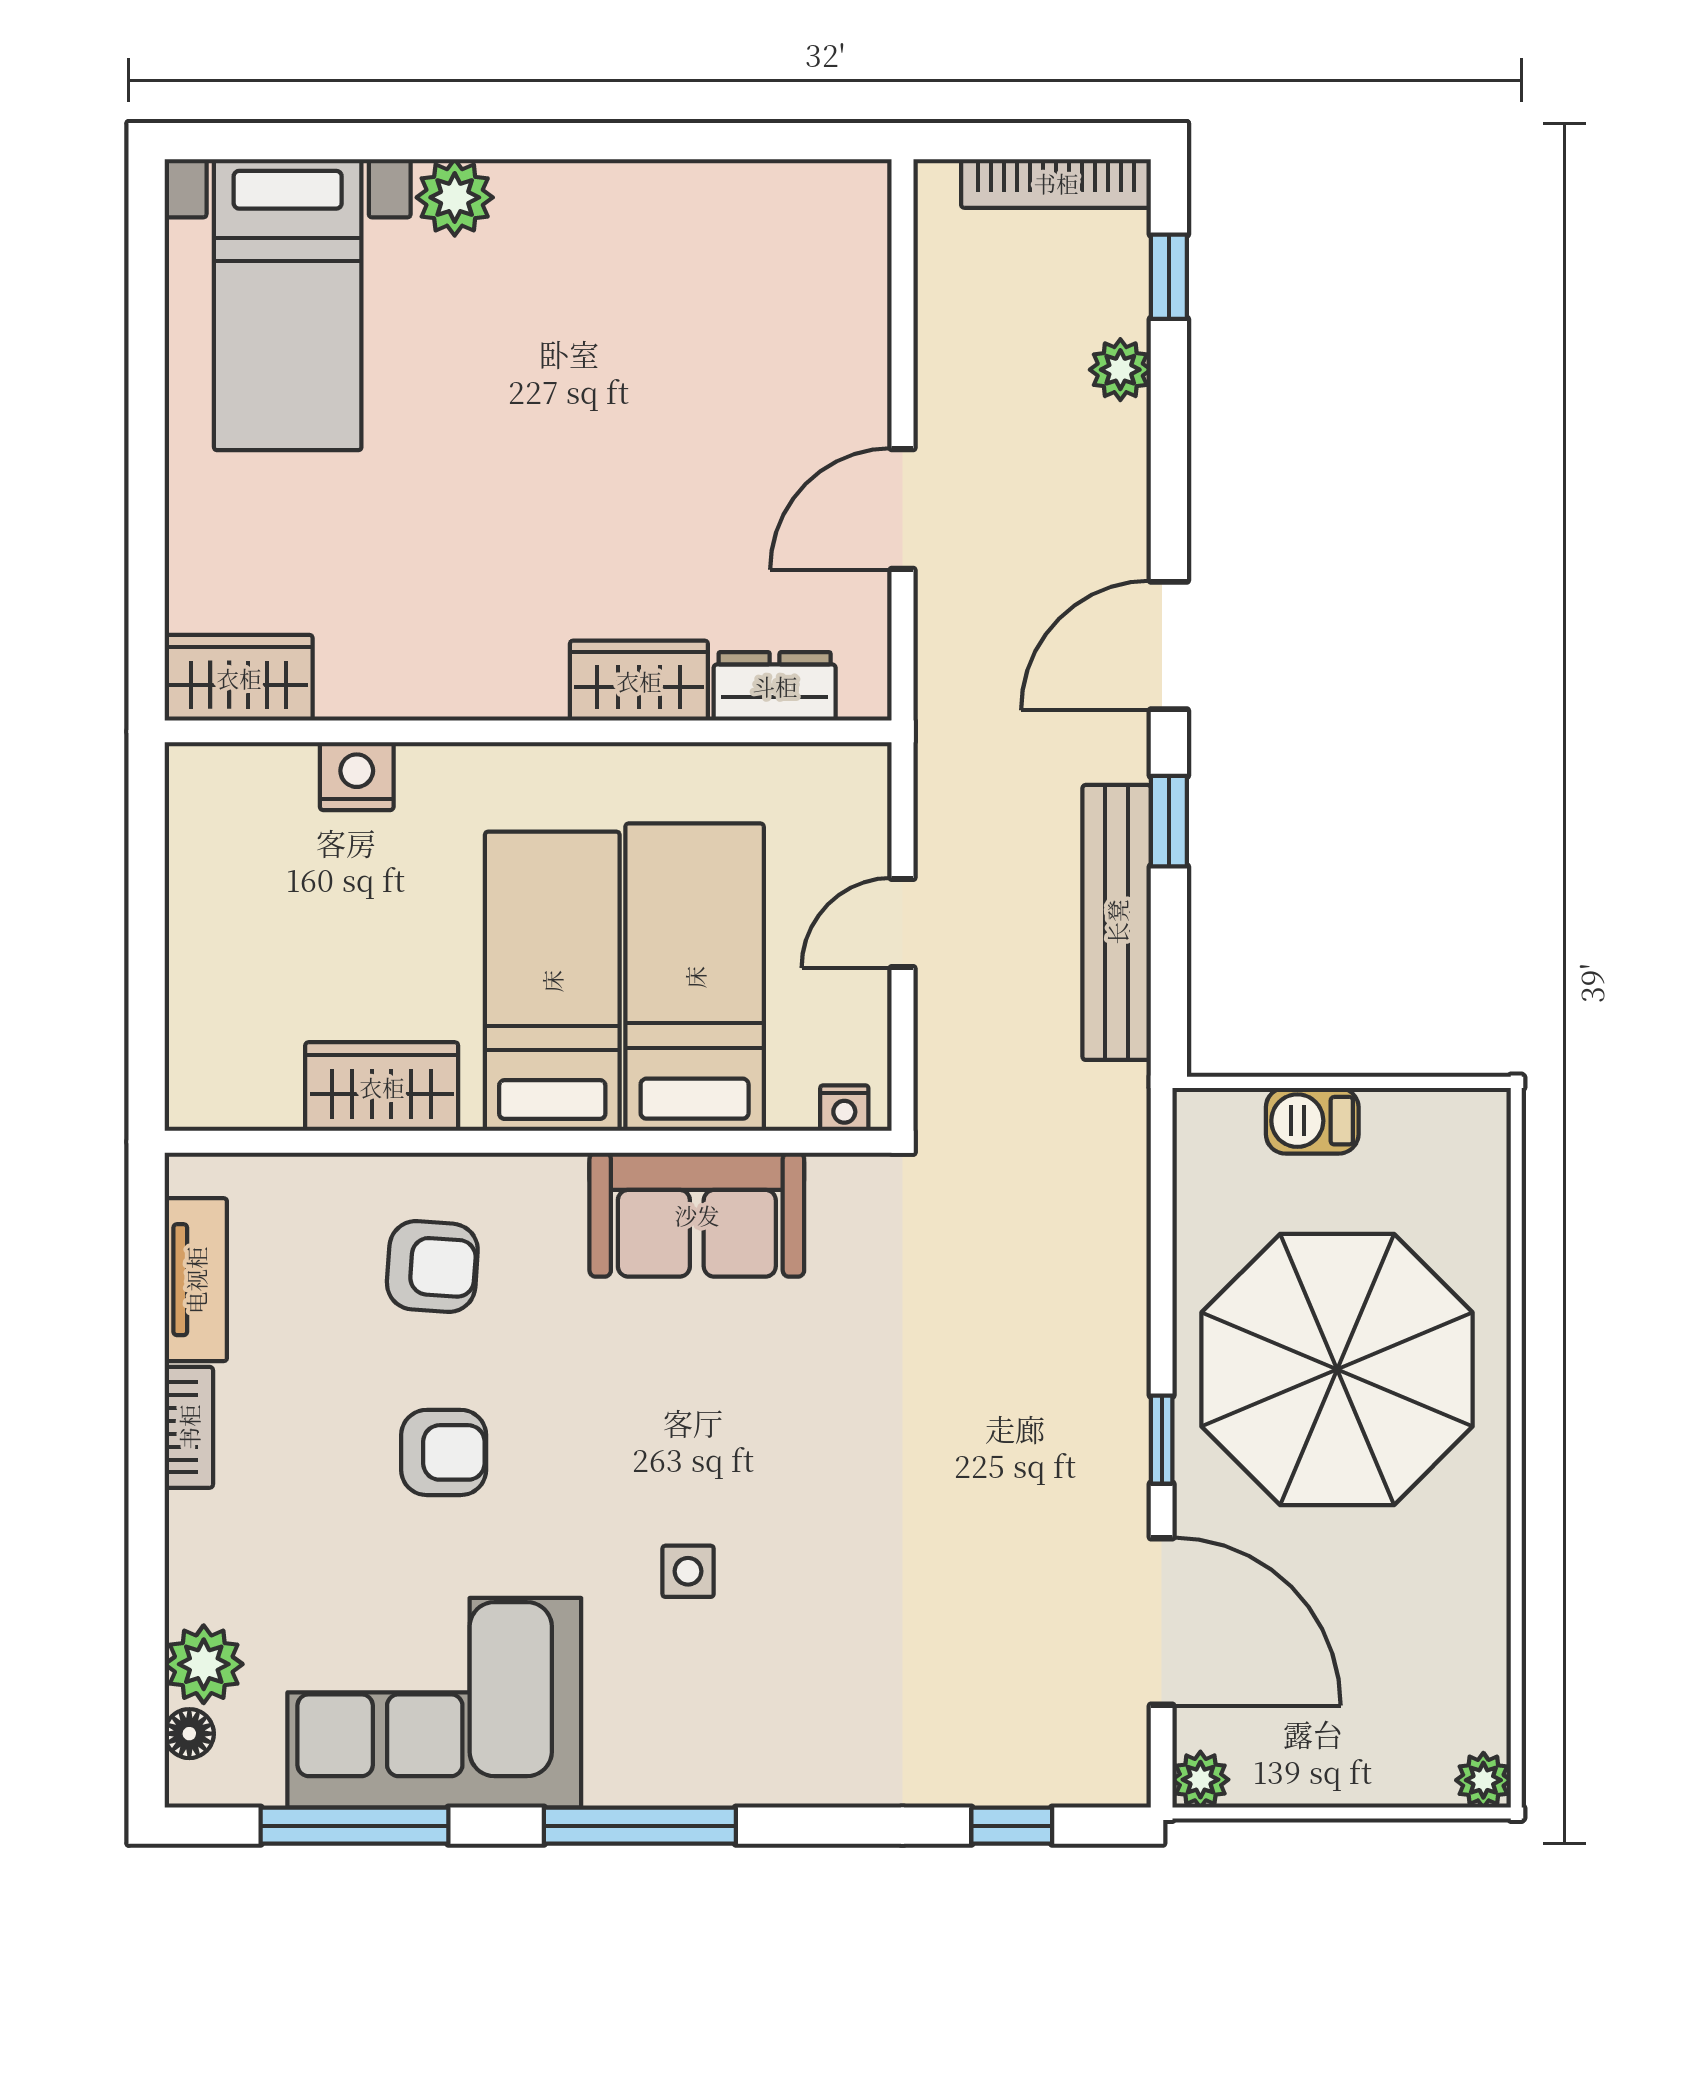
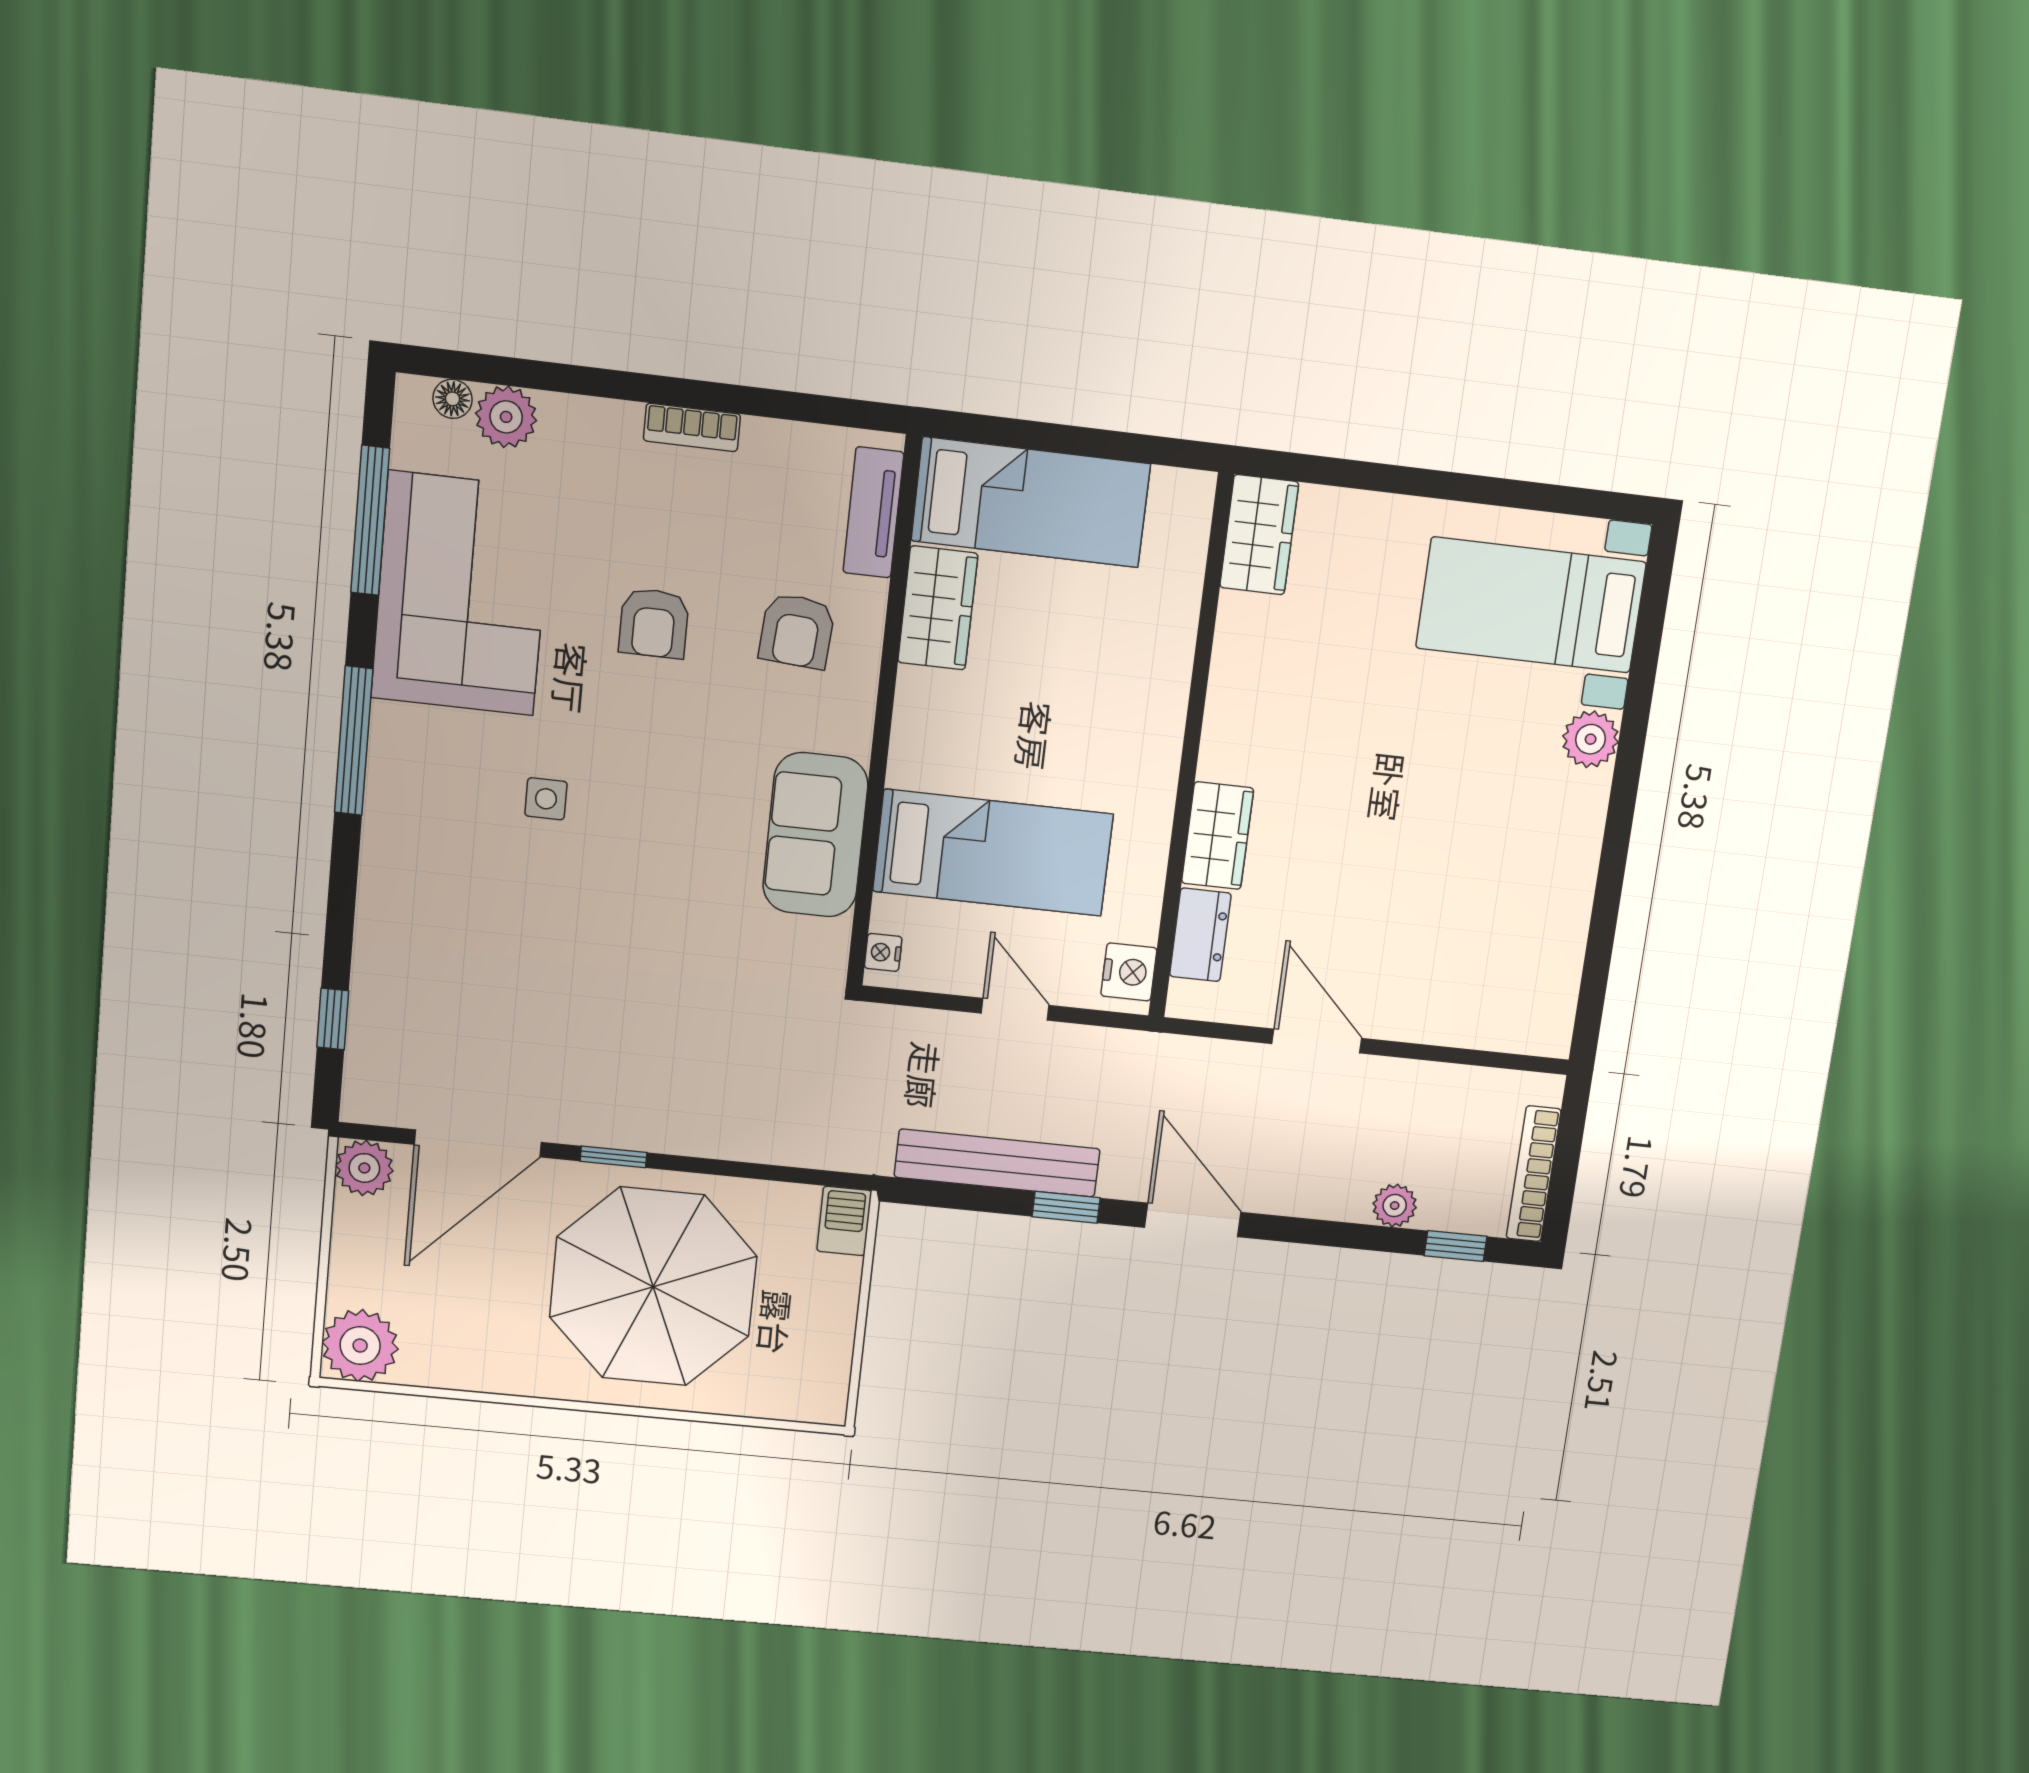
nightstand: (357, 776) -> (1129, 972), moved
bed: (552, 981) -> (1031, 502), moved
barbecue: (1312, 1121) -> (844, 1221), moved
tv unit: (196, 1280) -> (873, 512), moved, turned 90
plant: (1200, 1780) -> (364, 1168), width x1.38, depth x1.38
plant: (1483, 1780) -> (360, 1346), width x1.88, depth x1.88

